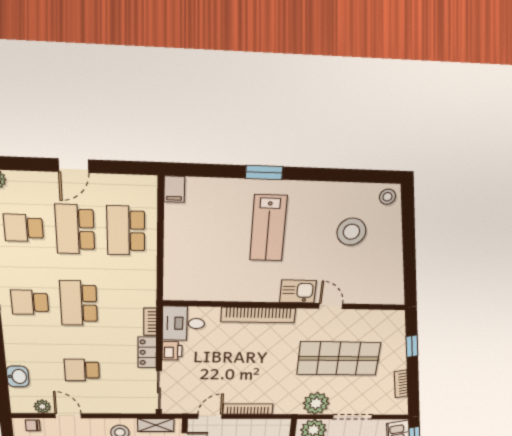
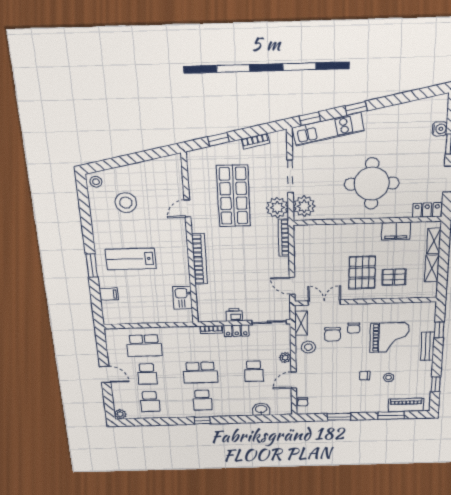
filing cabinet: (174, 189) -> (109, 294), moved
lab bench: (268, 228) -> (131, 259), turned 180
school desk: (75, 229) -> (147, 374), width x0.54
kitchen sink: (298, 291) -> (182, 298), moved
desk: (183, 323) -> (211, 308), removed
plant: (42, 407) -> (285, 357), moved
bookcase: (248, 409) -> (284, 238), moved

